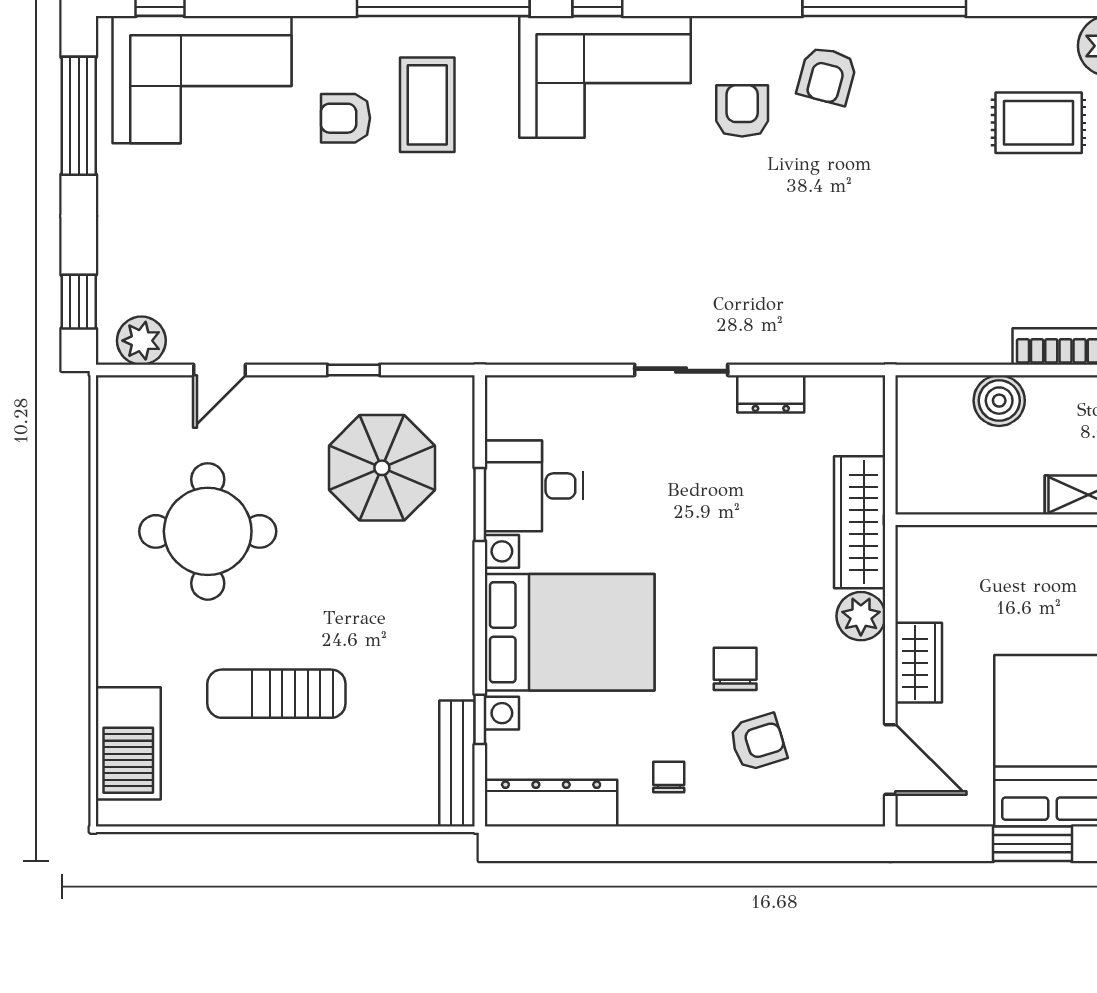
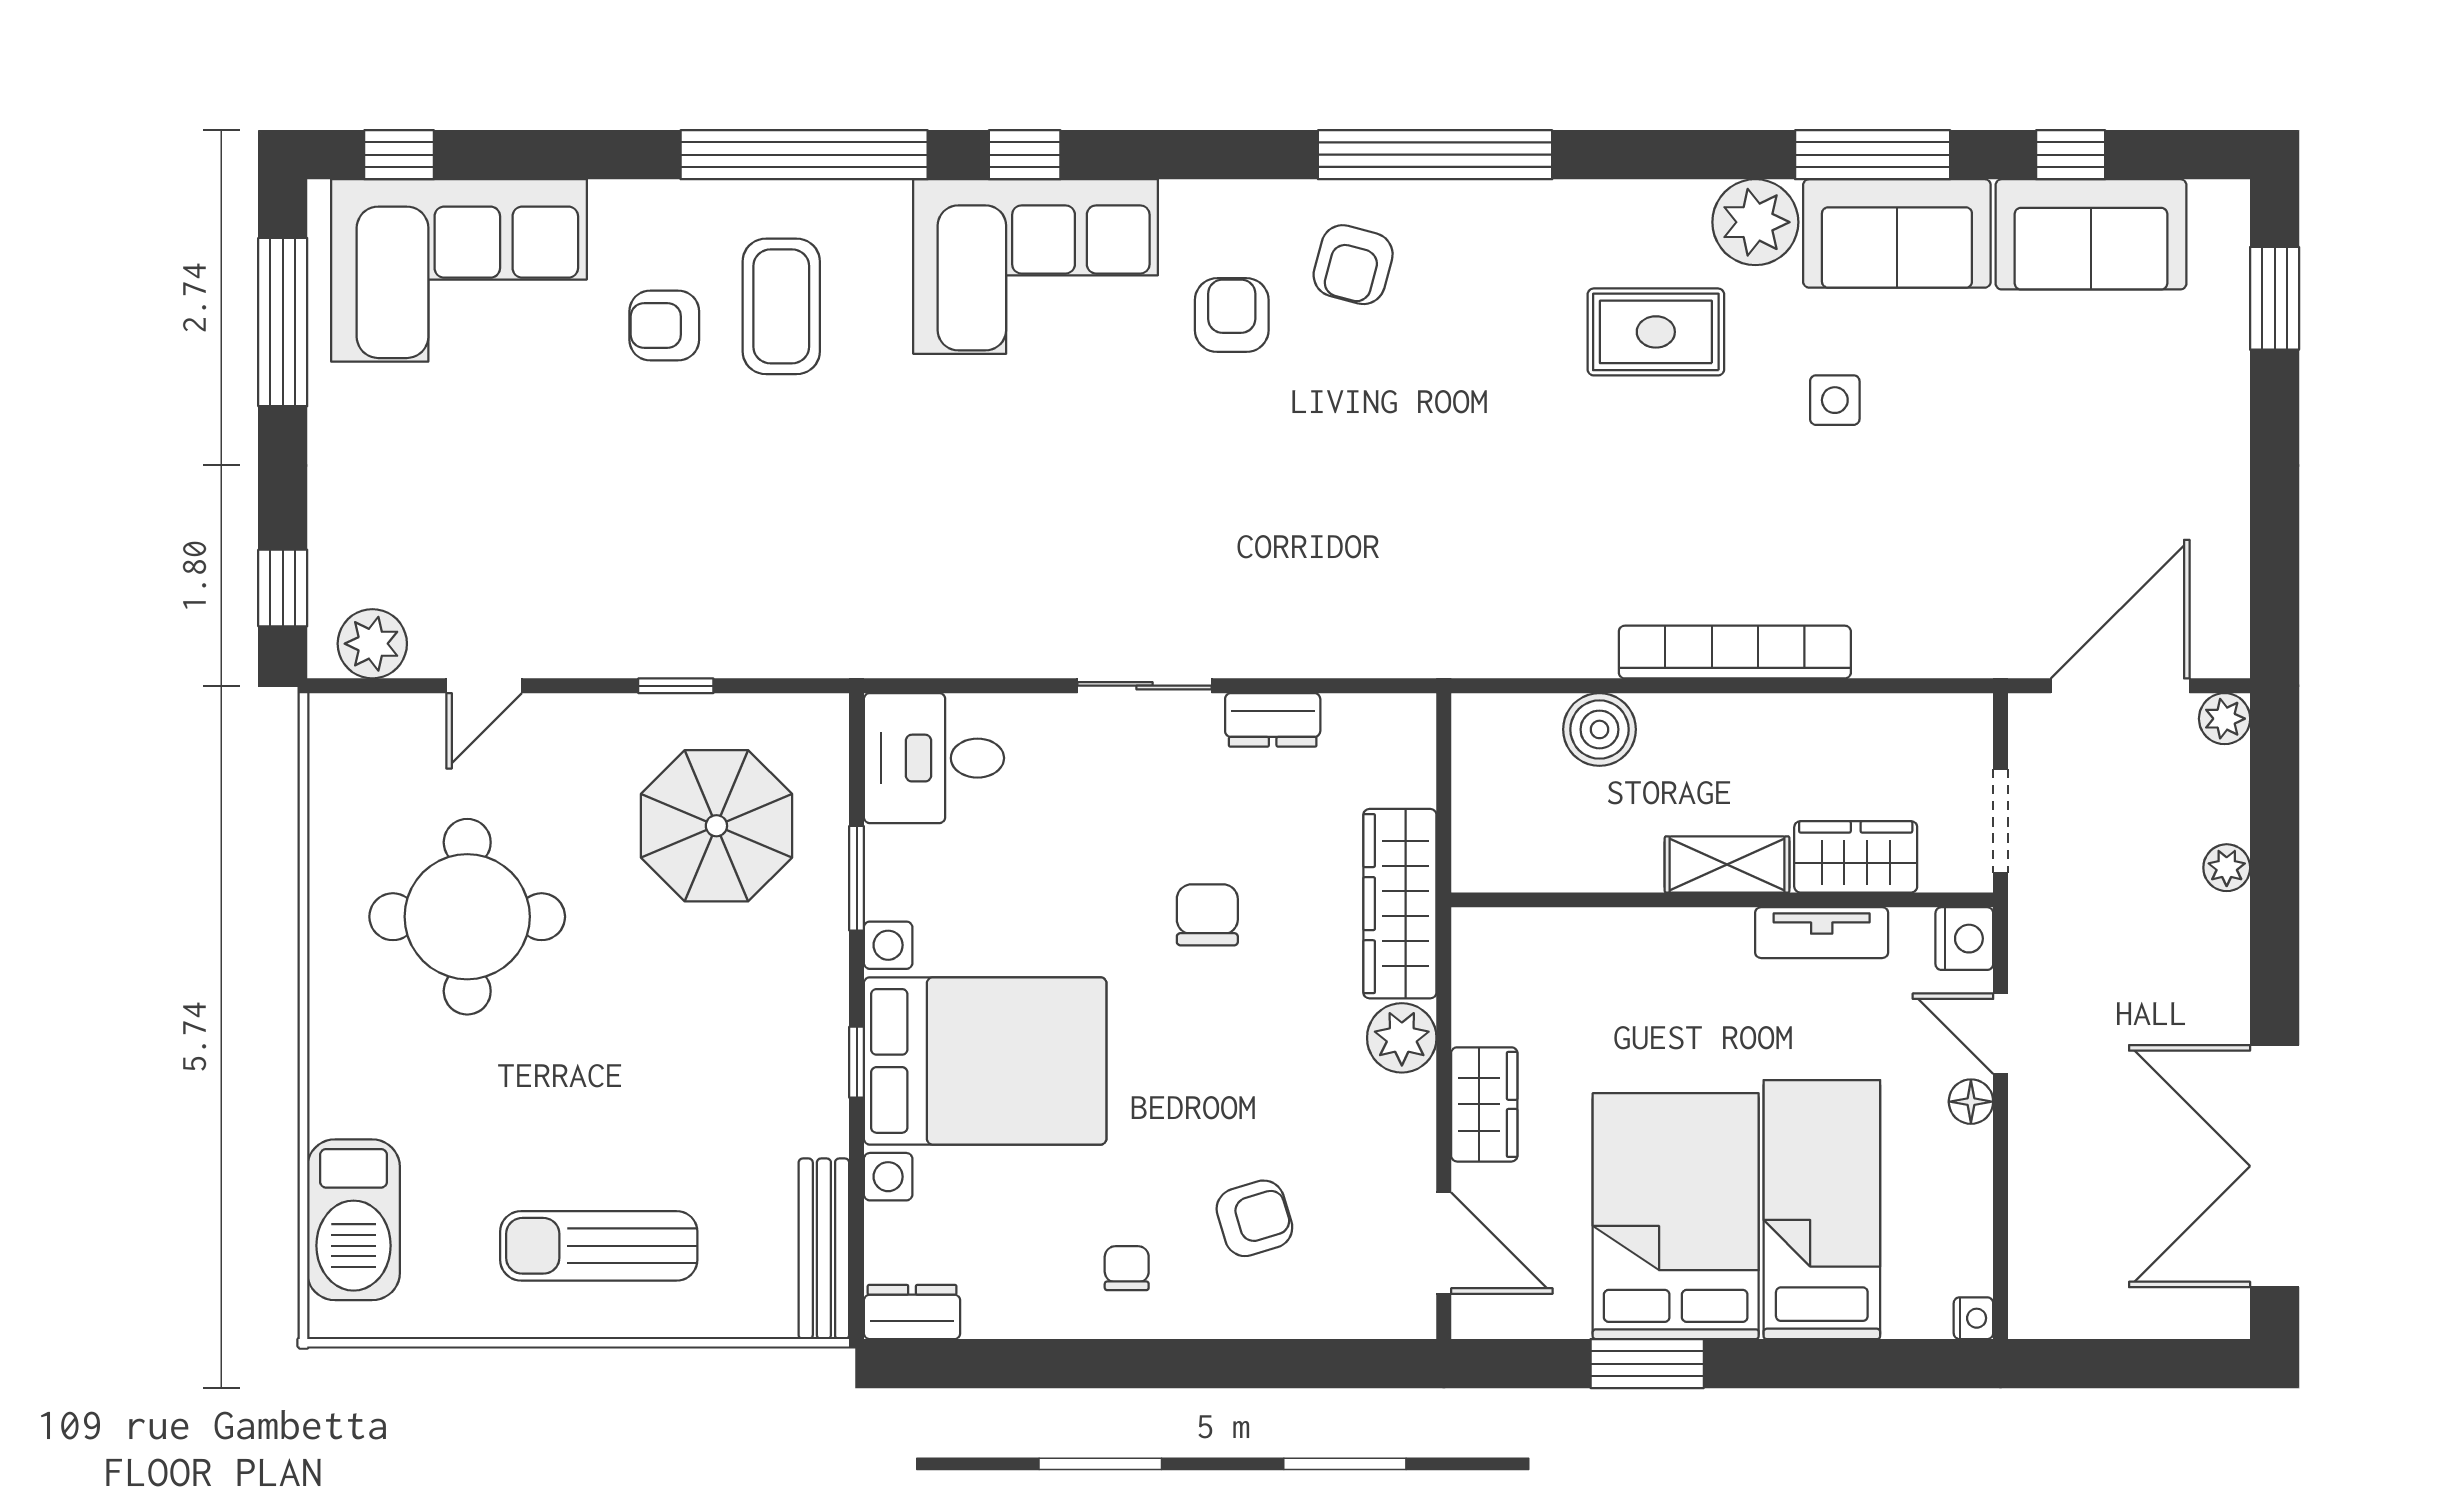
desk: (534, 486) -> (934, 758), moved
chair: (735, 669) -> (1207, 915), moved
sun lounger: (276, 694) -> (599, 1246), moved
window: (480, 719) -> (857, 1062), moved
dresser: (551, 803) -> (912, 1312), width x0.51, depth x0.80

